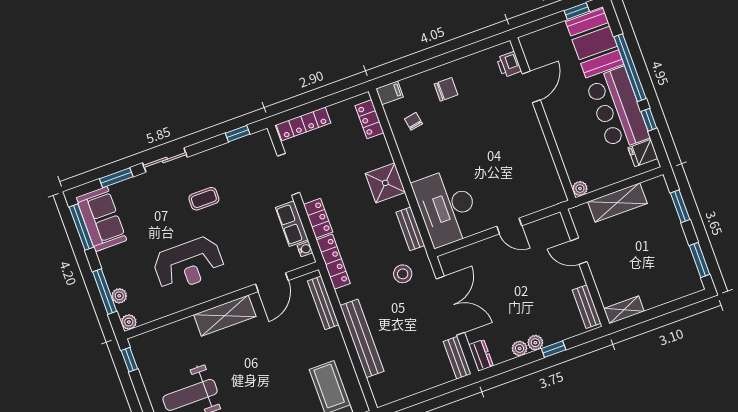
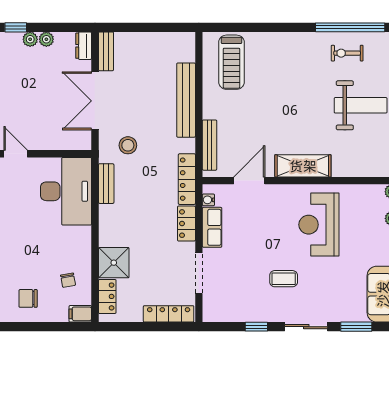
window: (238, 134) -> (256, 327), moved
shower: (385, 183) -> (114, 263), moved
reception desk: (189, 264) -> (319, 225), turned -90

